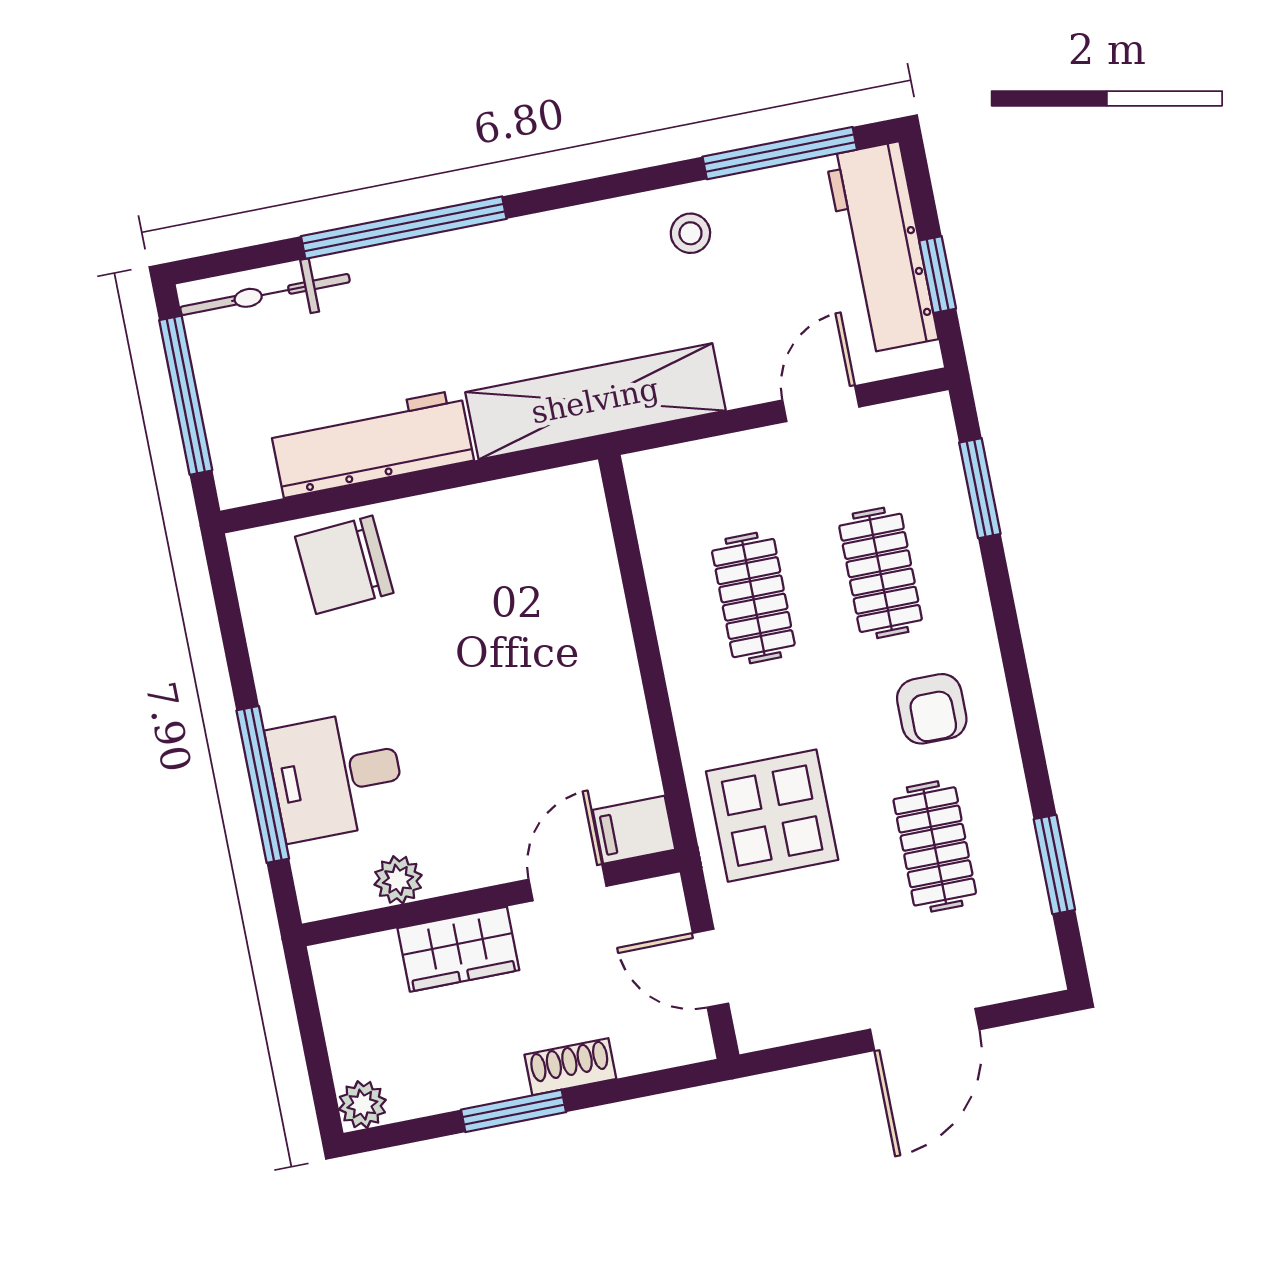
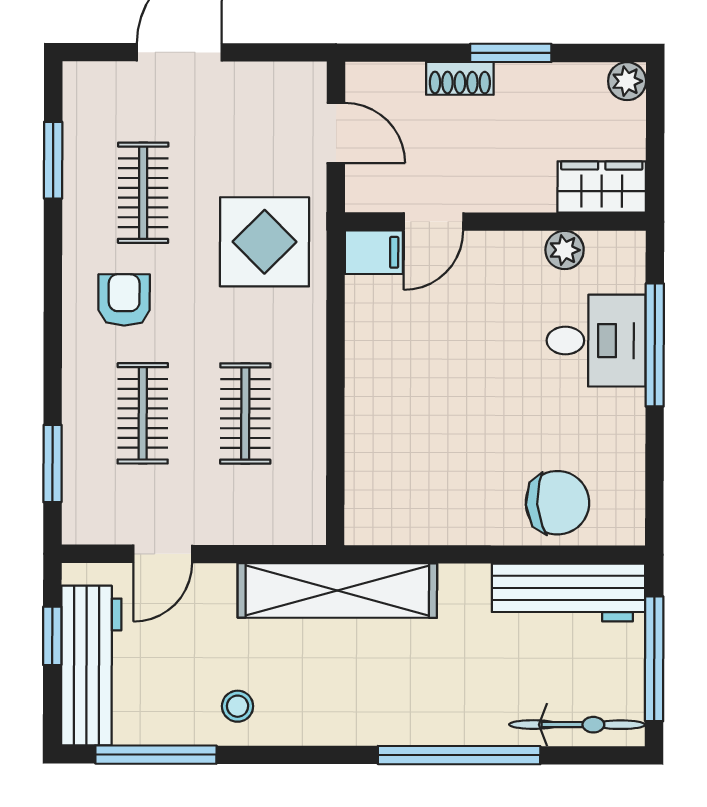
workbench: (372, 444) -> (569, 593), moved
wardrobe: (458, 949) -> (602, 187), moved

